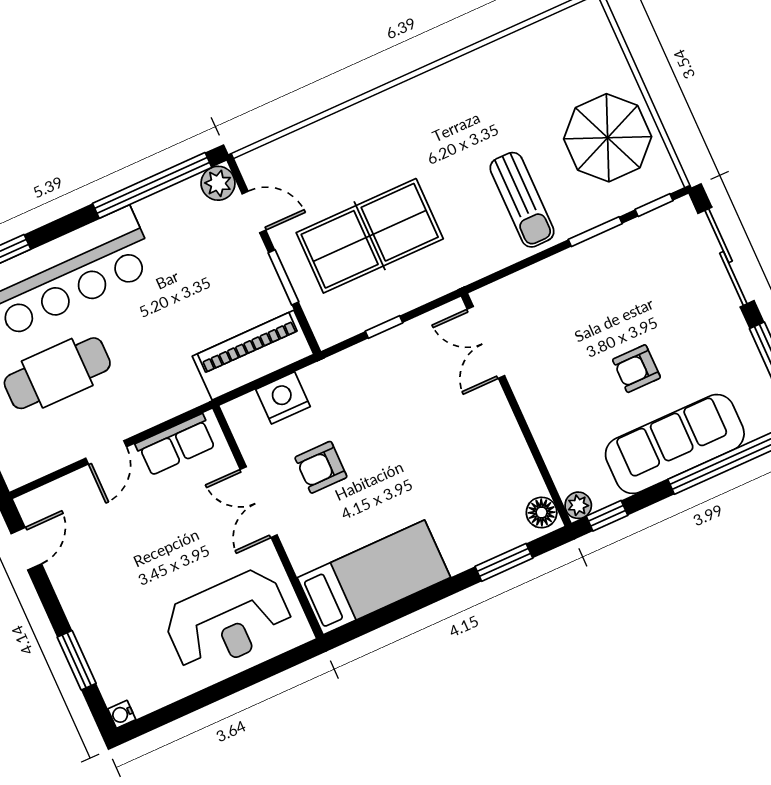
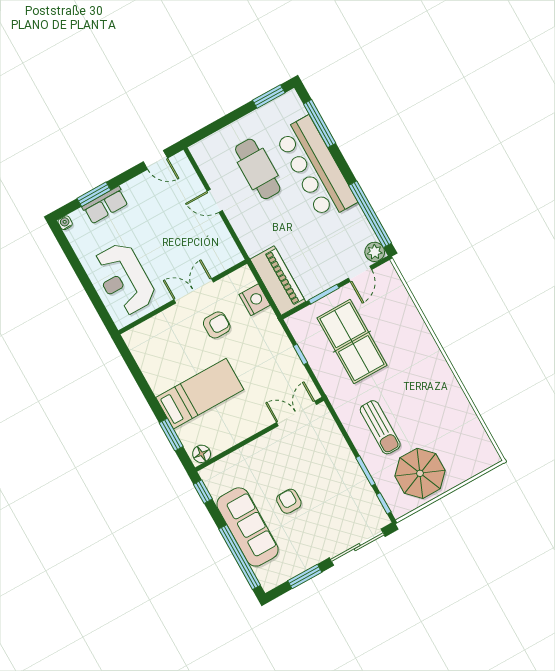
sun lounger: (522, 200) -> (380, 427), turned -90
row of seats: (176, 445) -> (105, 205), moved, turned -90
armchair: (321, 467) -> (217, 325), turned 90
plant: (578, 505) -> (208, 474), removed
bed: (374, 577) -> (200, 394), moved, turned -90

